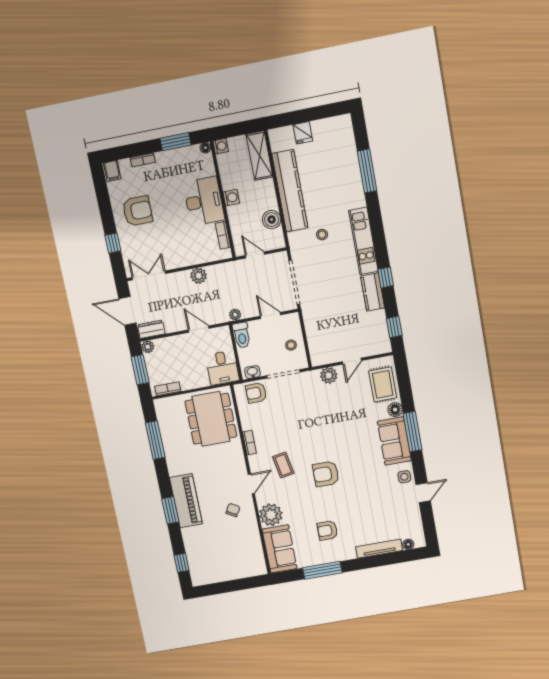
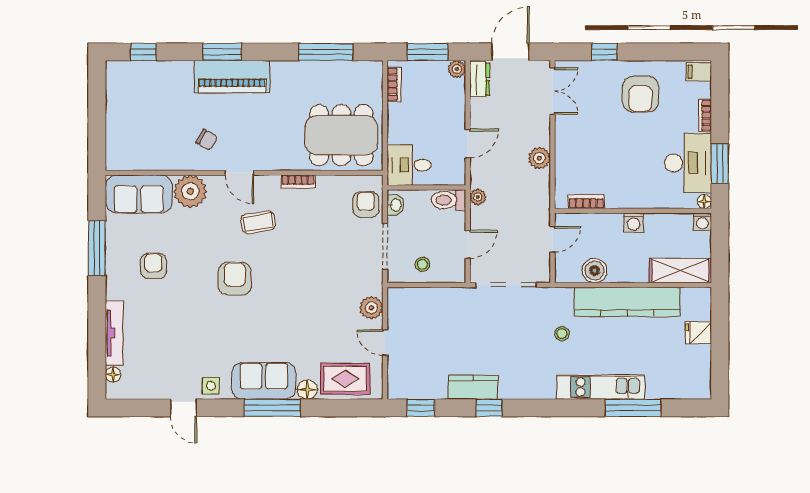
desk: (204, 201) -> (688, 163), moved, turned -90
kitchen unit: (364, 241) -> (601, 387), moved

